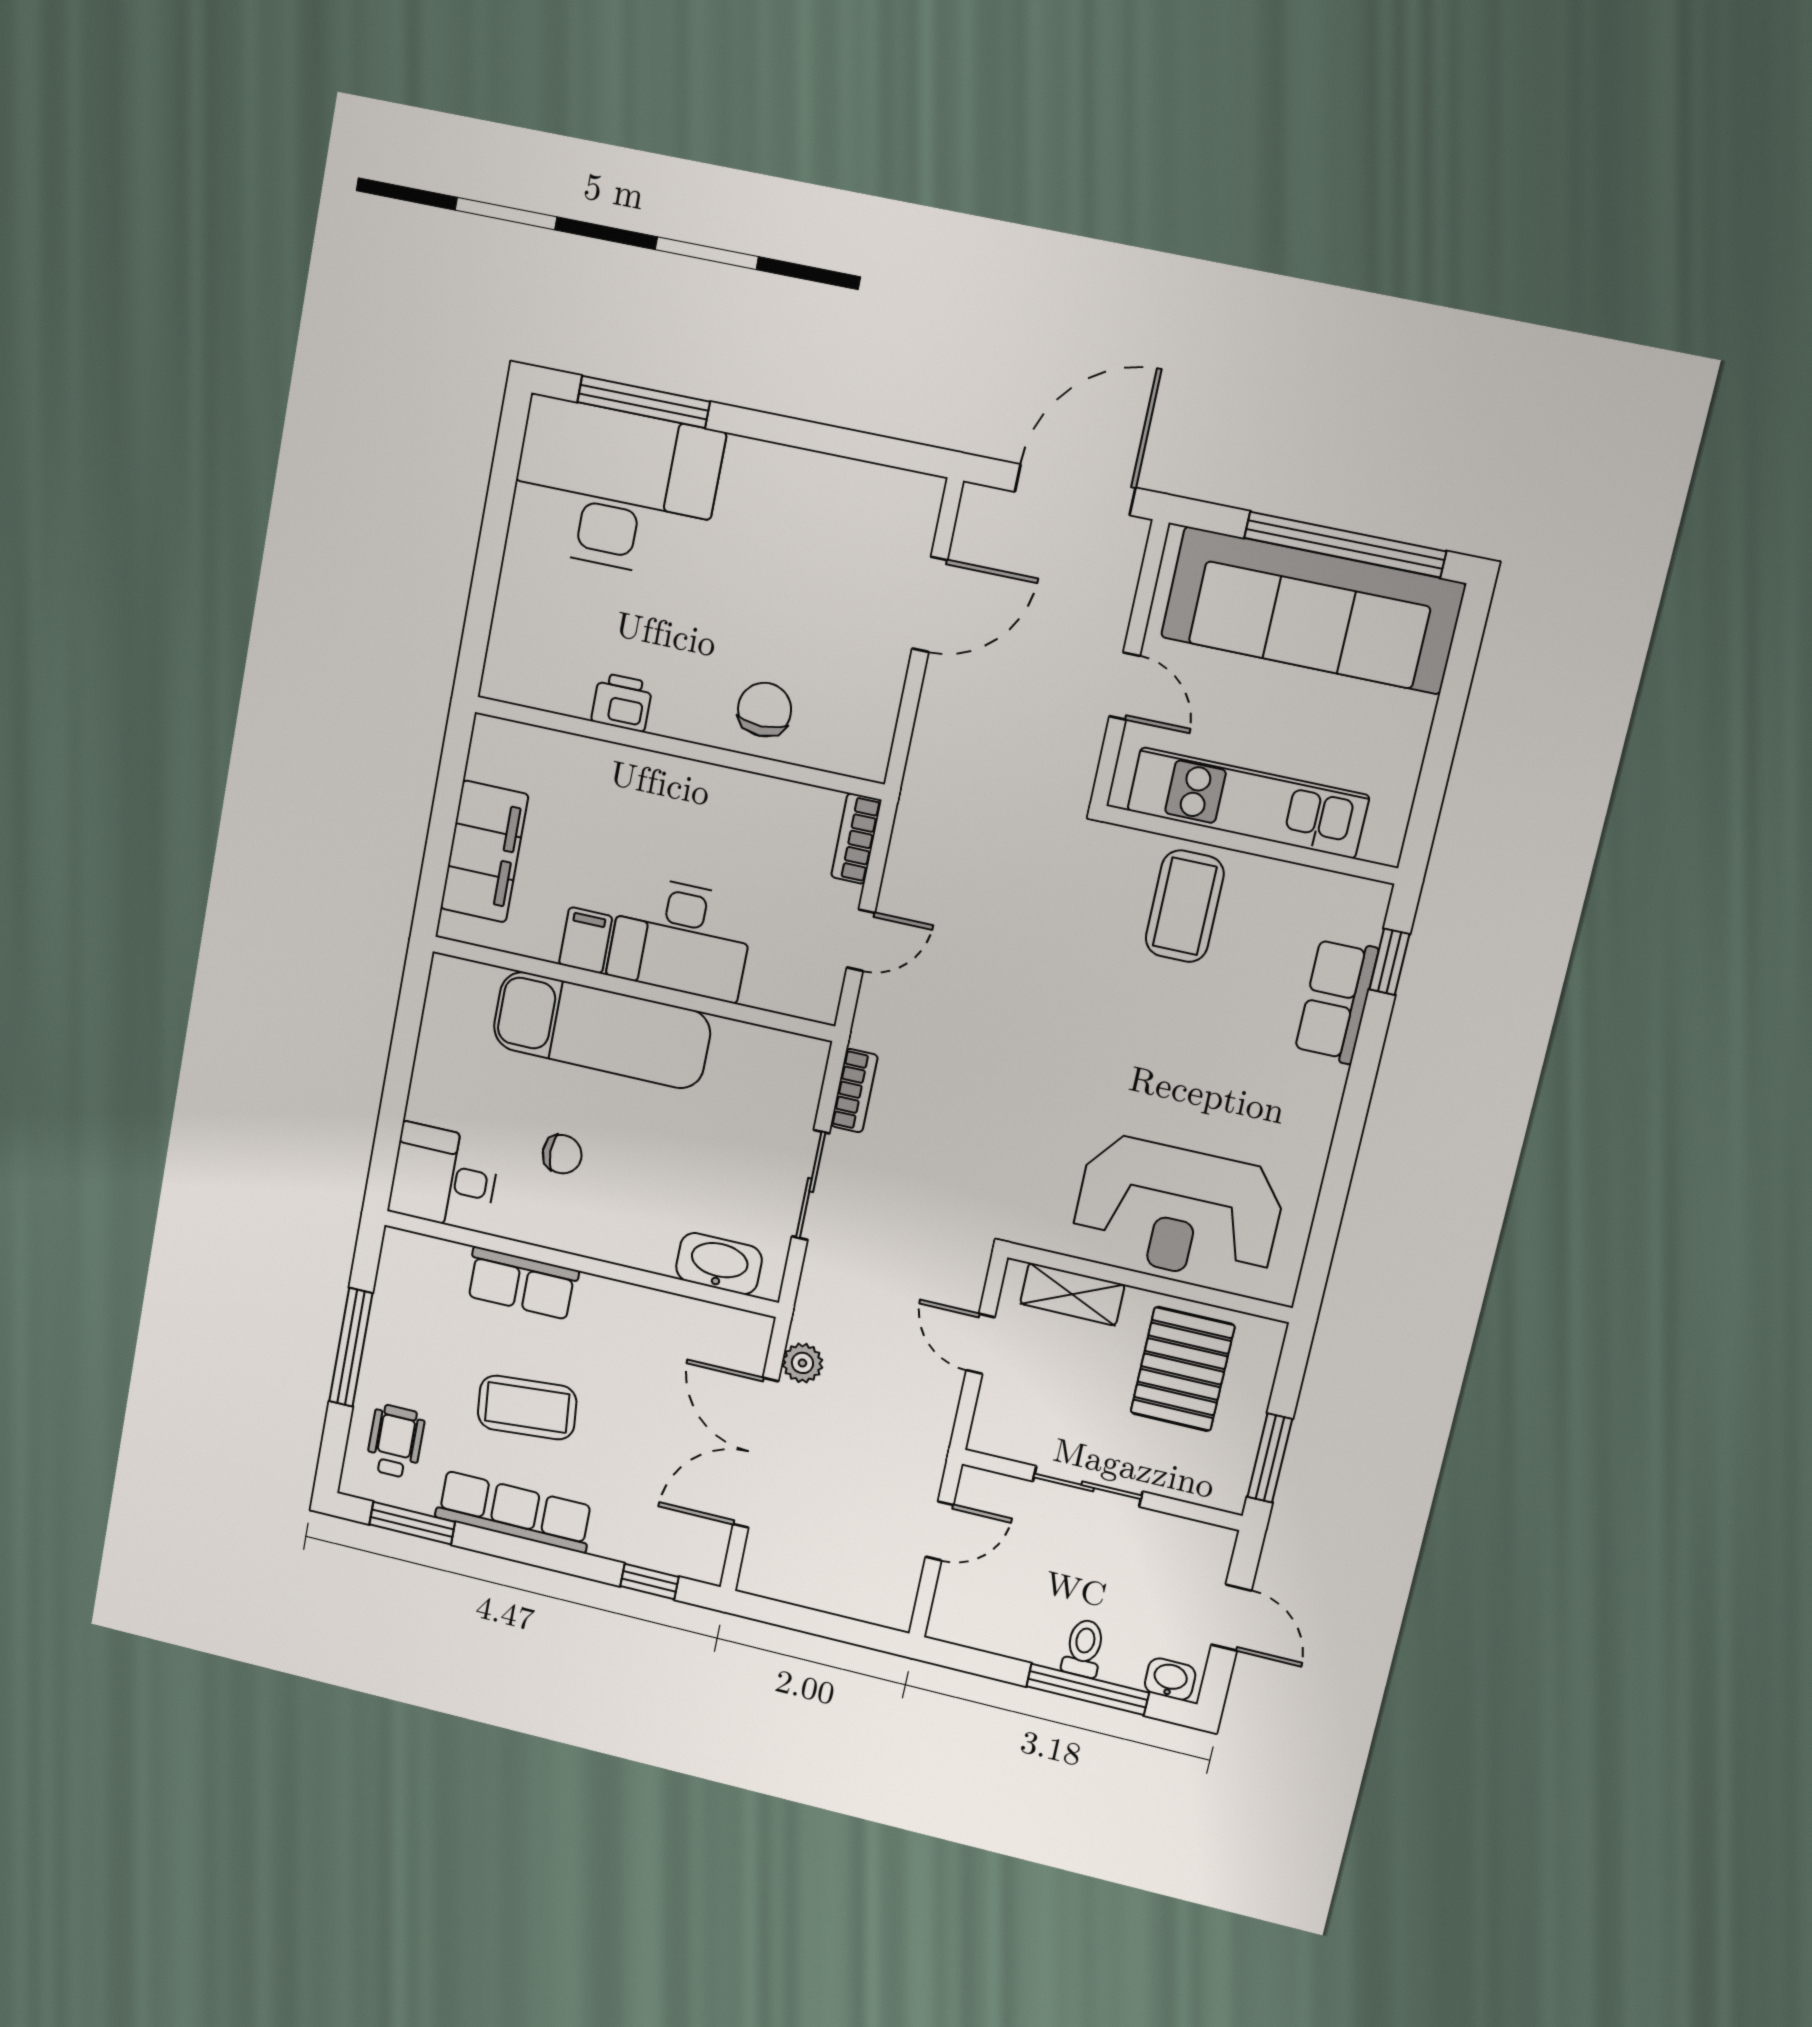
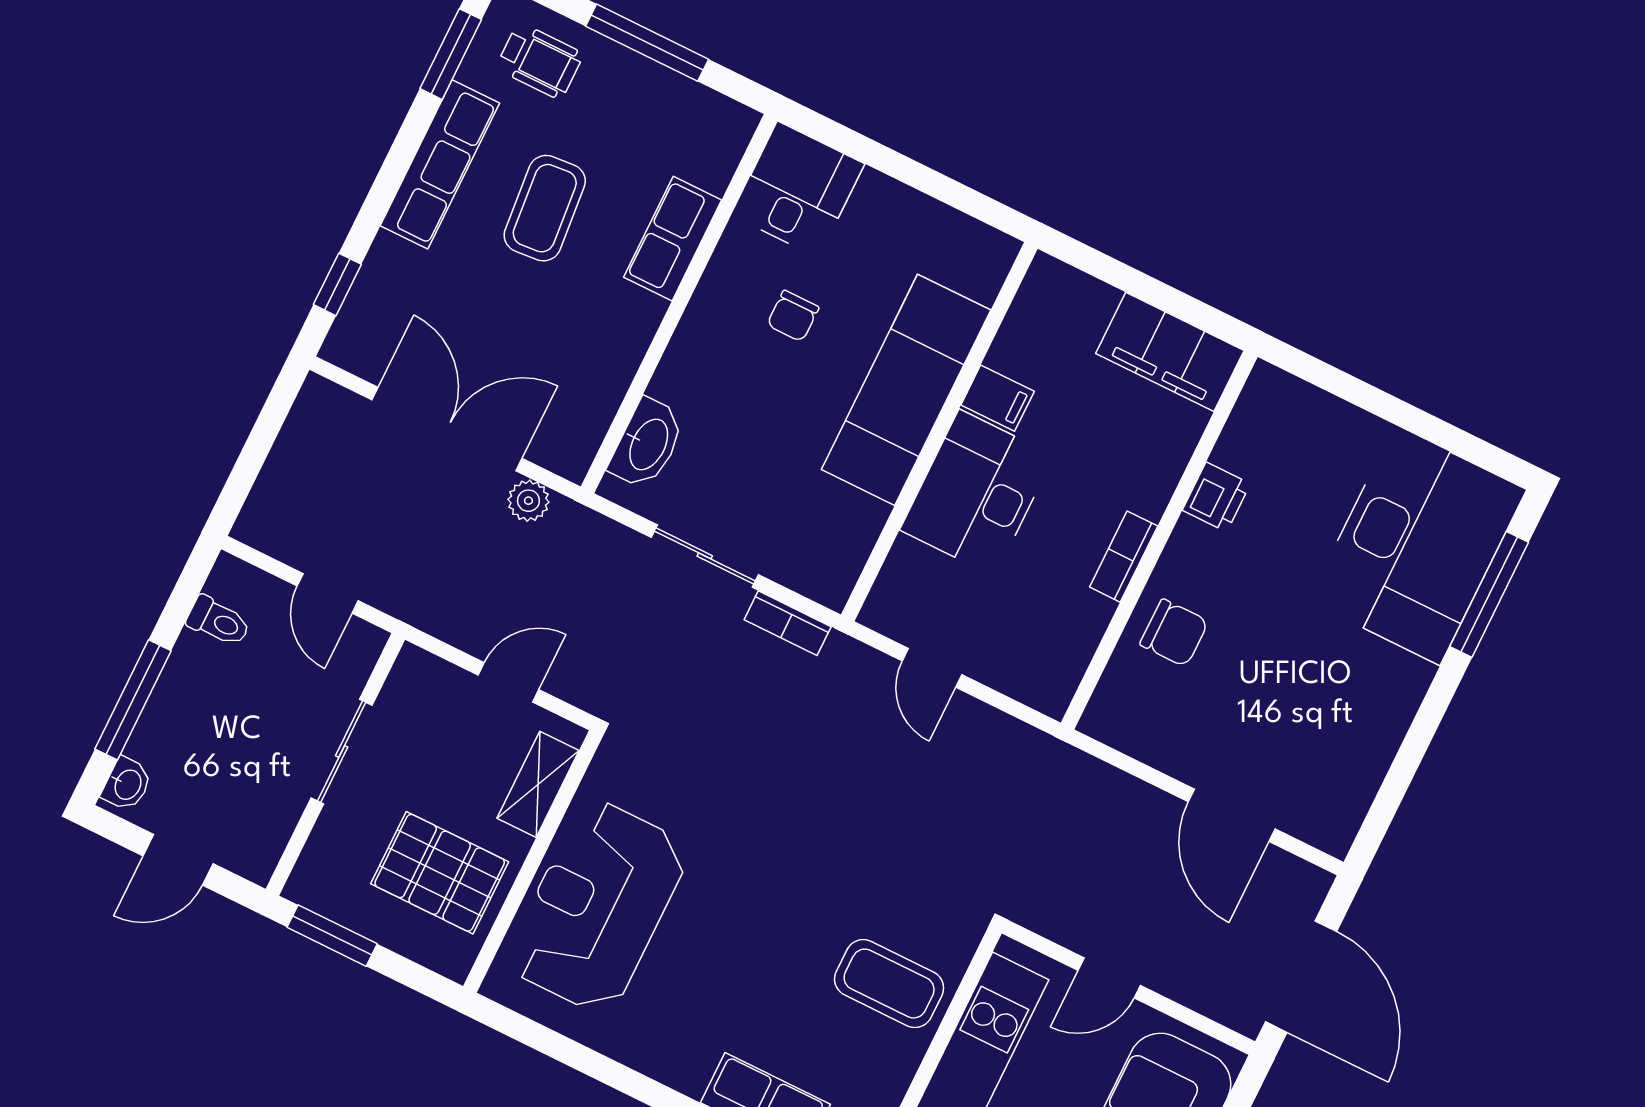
bookcase: (856, 839) -> (1124, 557), moved, turned -90
filing cabinet: (484, 852) -> (1170, 352), moved
toilet: (1084, 1648) -> (219, 621), moved

